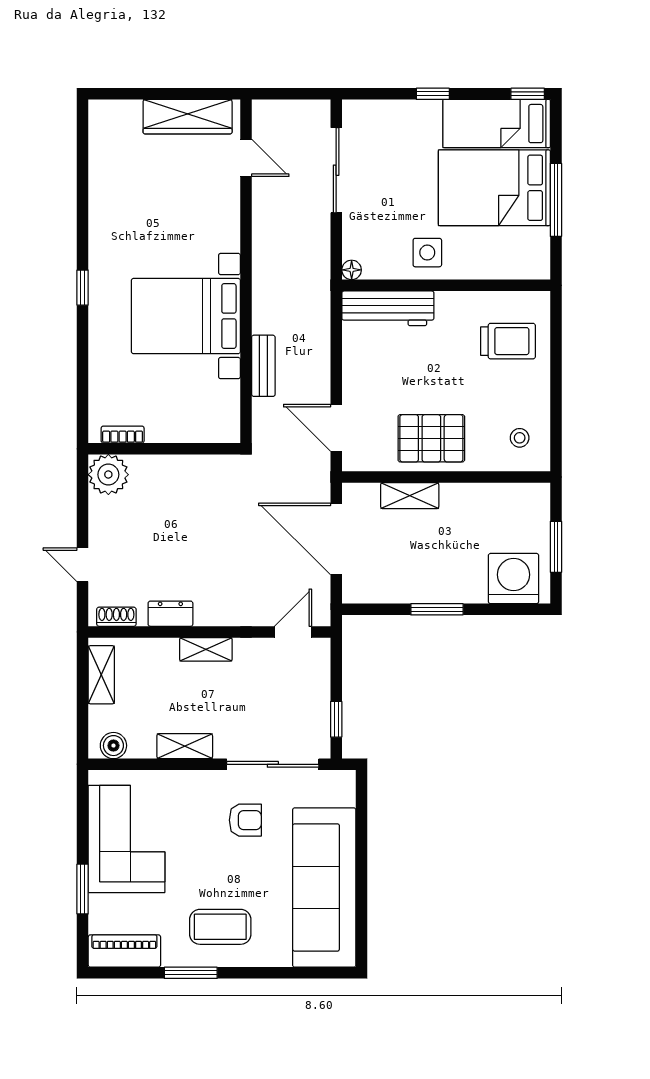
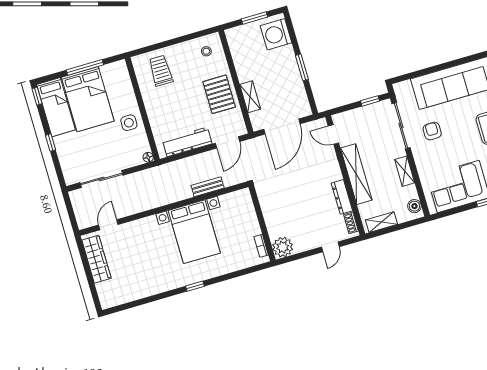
workbench: (388, 308) -> (187, 142), moved, turned -90
dresser: (170, 614) -> (342, 197), width x1.44
shelving: (206, 649) -> (356, 174), width x2.20, depth x1.33

